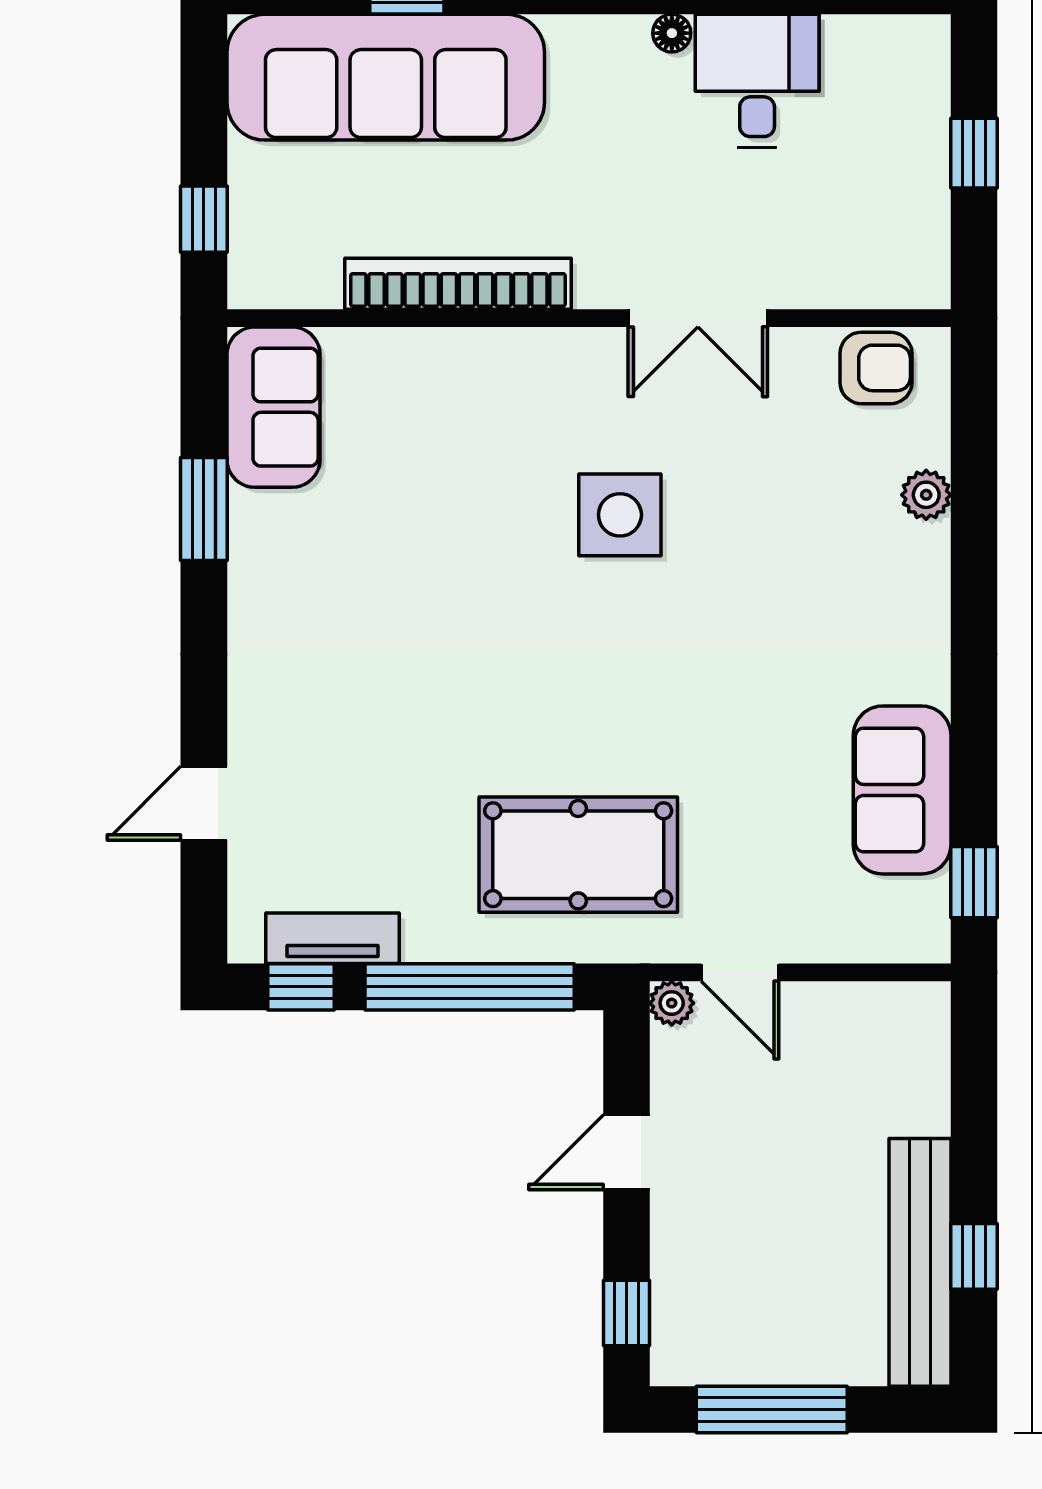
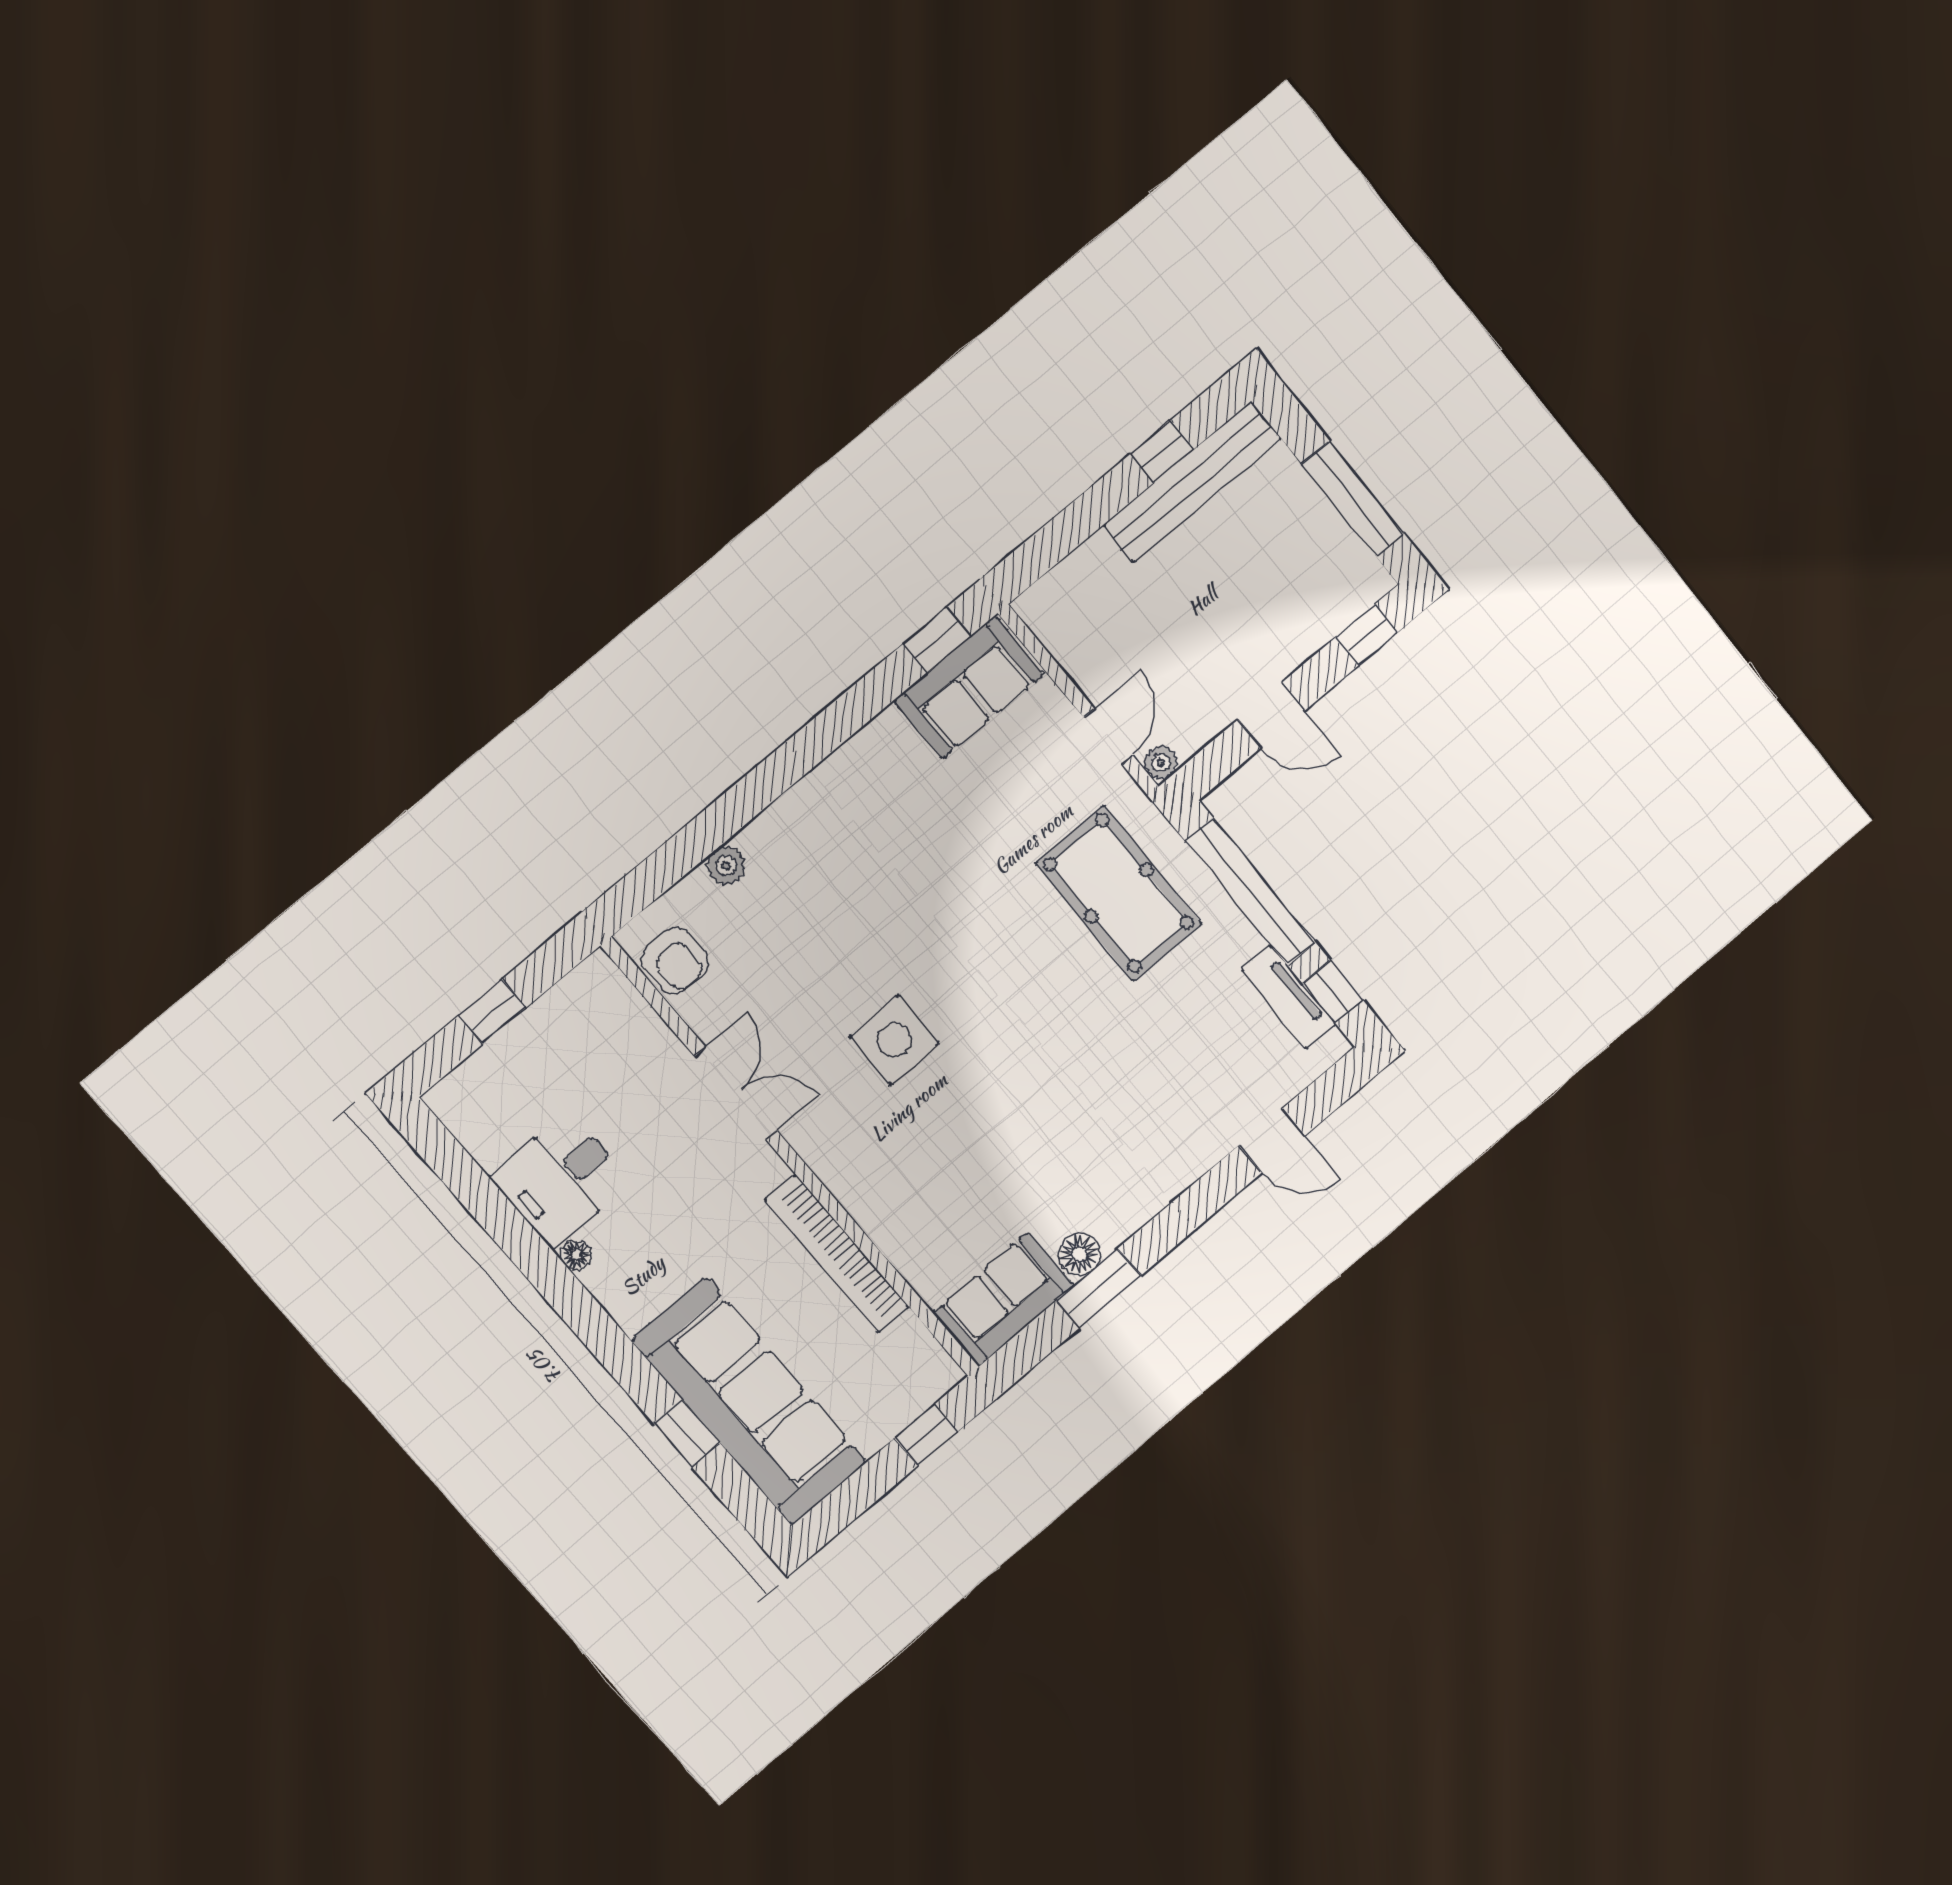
armchair: (876, 368) -> (675, 961), turned 180
floor lamp: (254, 519) -> (1079, 1254), added
sofa: (902, 790) -> (969, 687), moved

